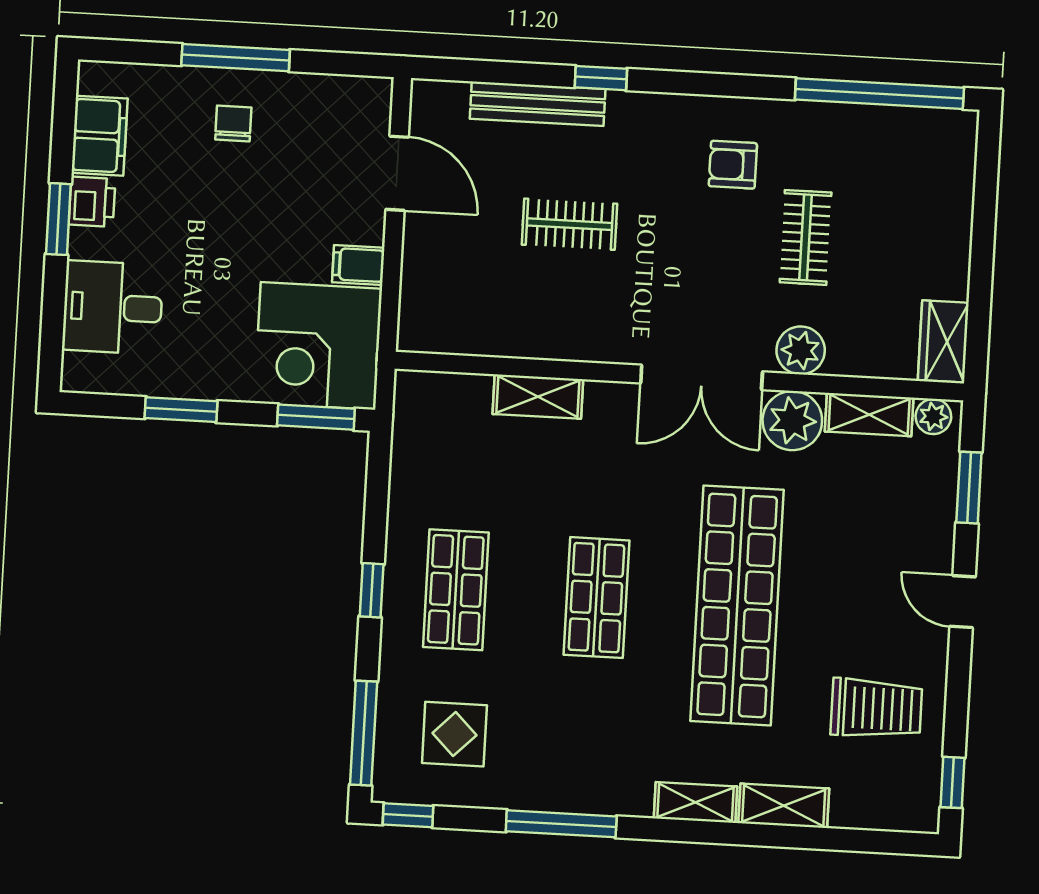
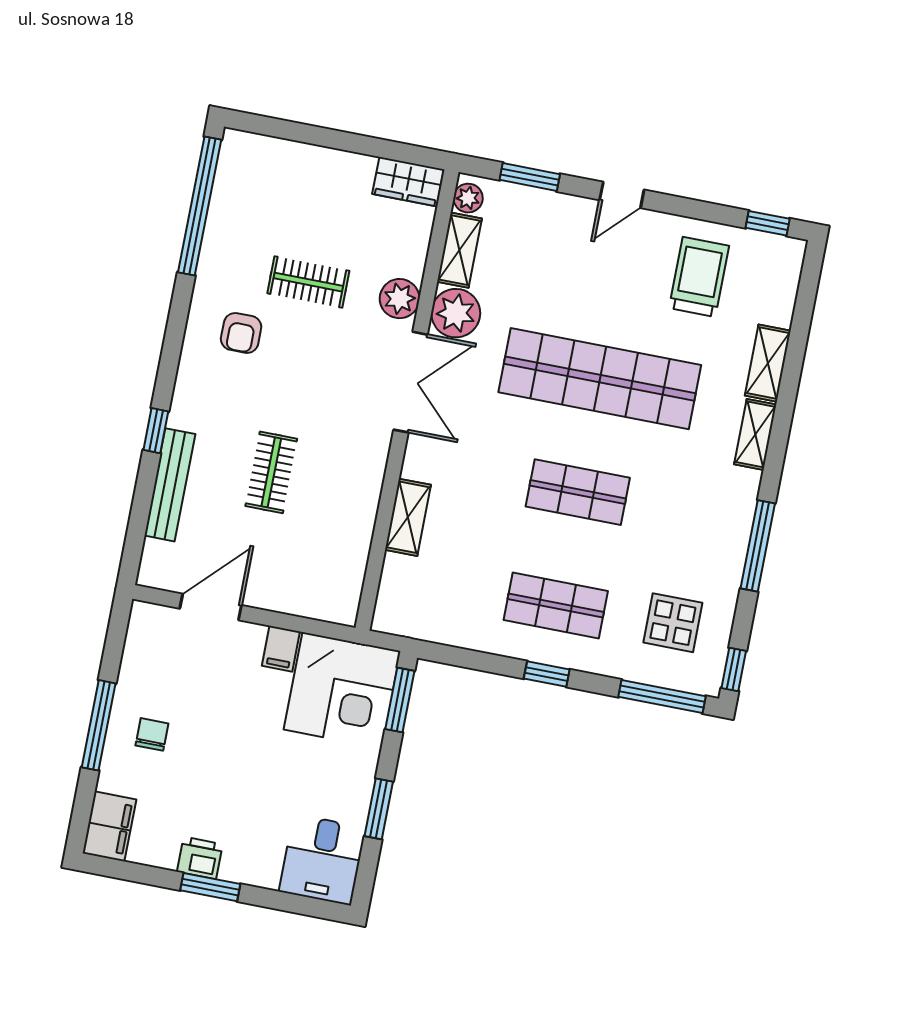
chair: (233, 123) -> (152, 734), turned 90
filing cabinet: (100, 136) -> (109, 826), moved, turned 90
desk: (113, 307) -> (322, 860), moved

